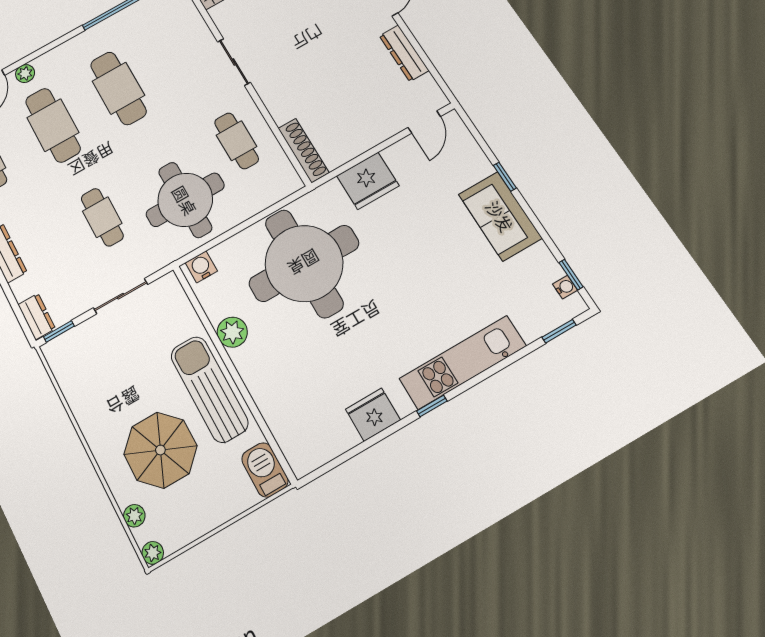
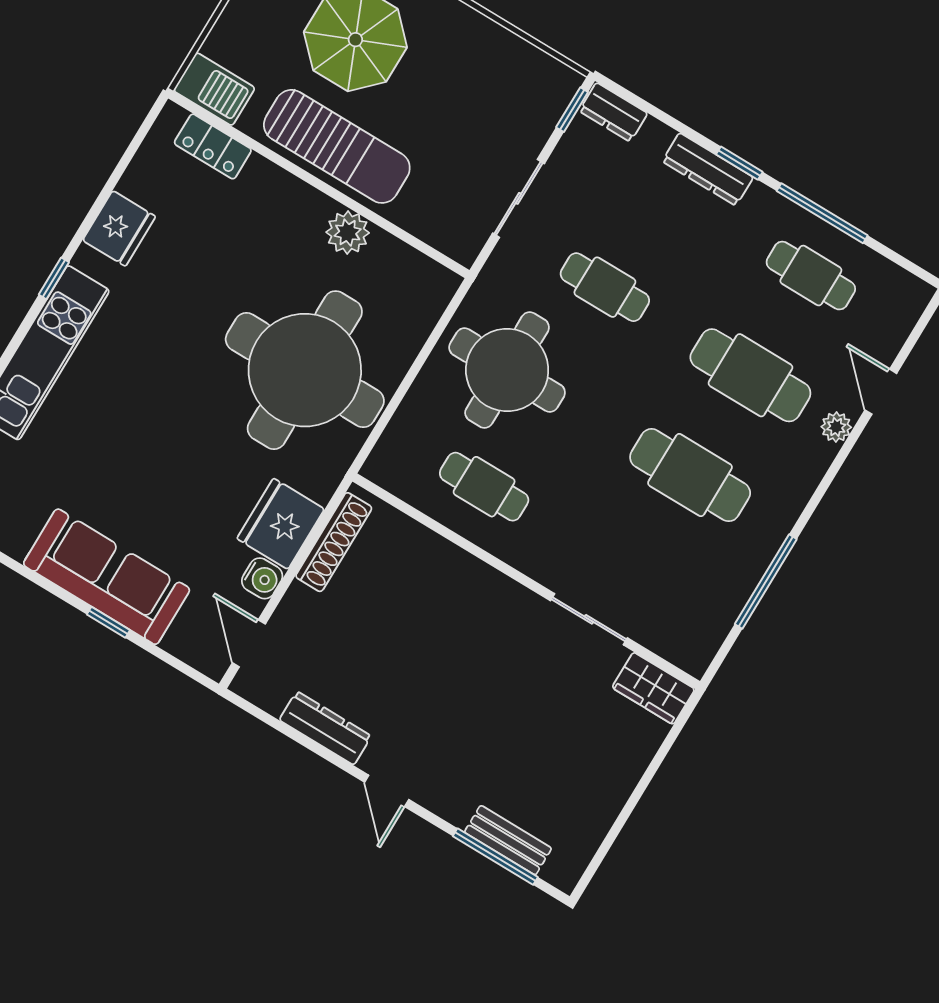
sliding door: (234, 62) -> (589, 619), moved
shoe rack: (303, 150) -> (334, 542), moved, turned -90
sofa: (500, 216) -> (107, 577), width x1.36
water cooler: (201, 267) -> (262, 578), moved
locker: (286, 433) -> (213, 146), added

